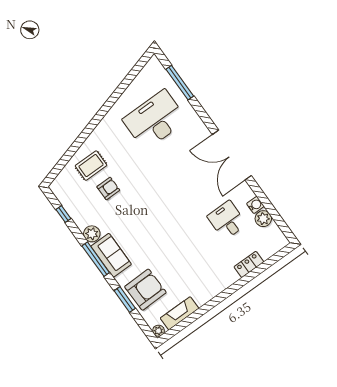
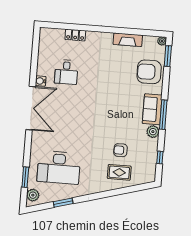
window: (180, 83) -> (25, 177), width x0.69
window: (121, 89) -> (63, 203), added
water cooler: (255, 205) -> (41, 81), moved
plant: (263, 219) -> (33, 195), moved
window: (125, 299) -> (168, 56), moved
fireplace: (180, 313) -> (128, 40), moved

